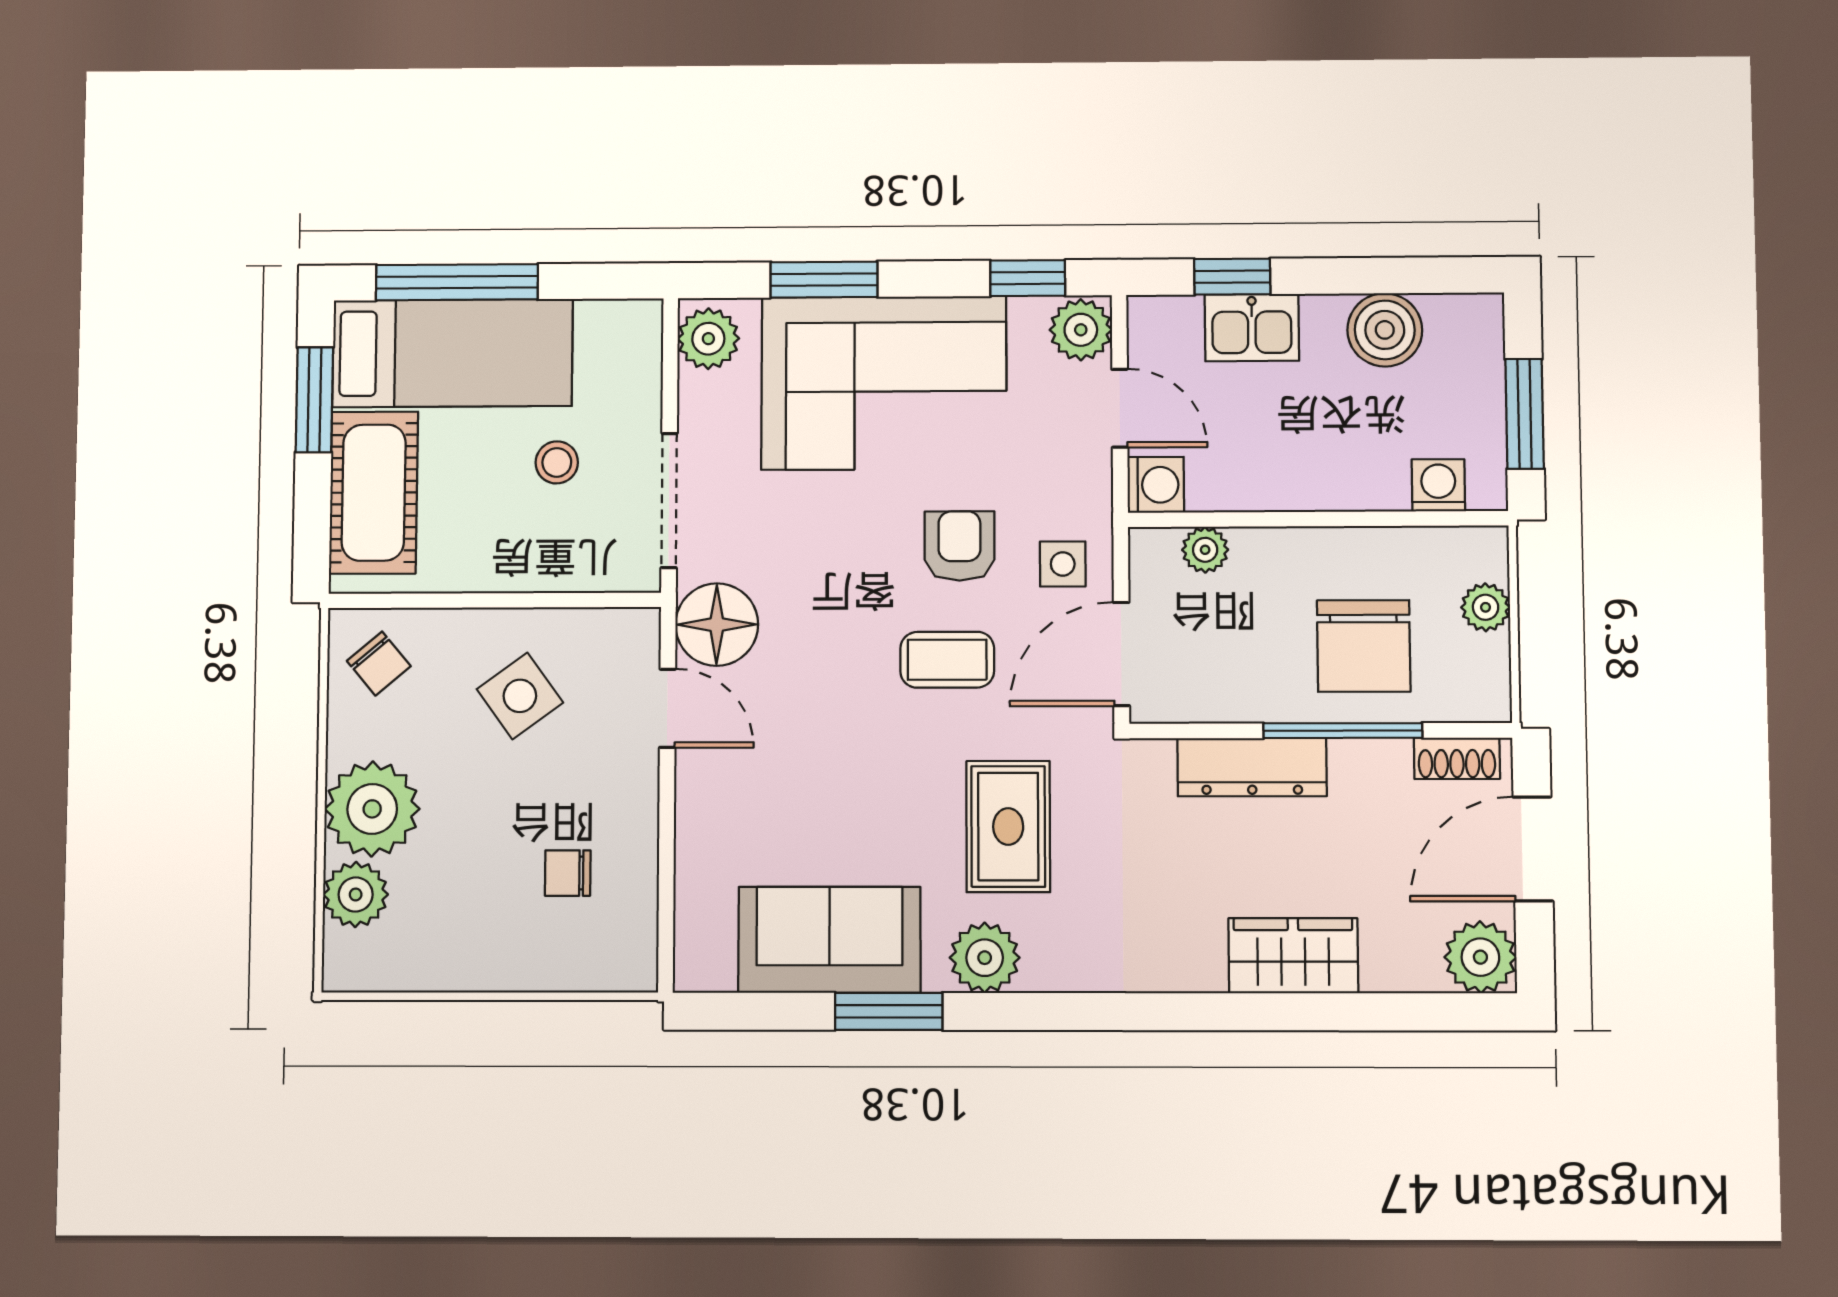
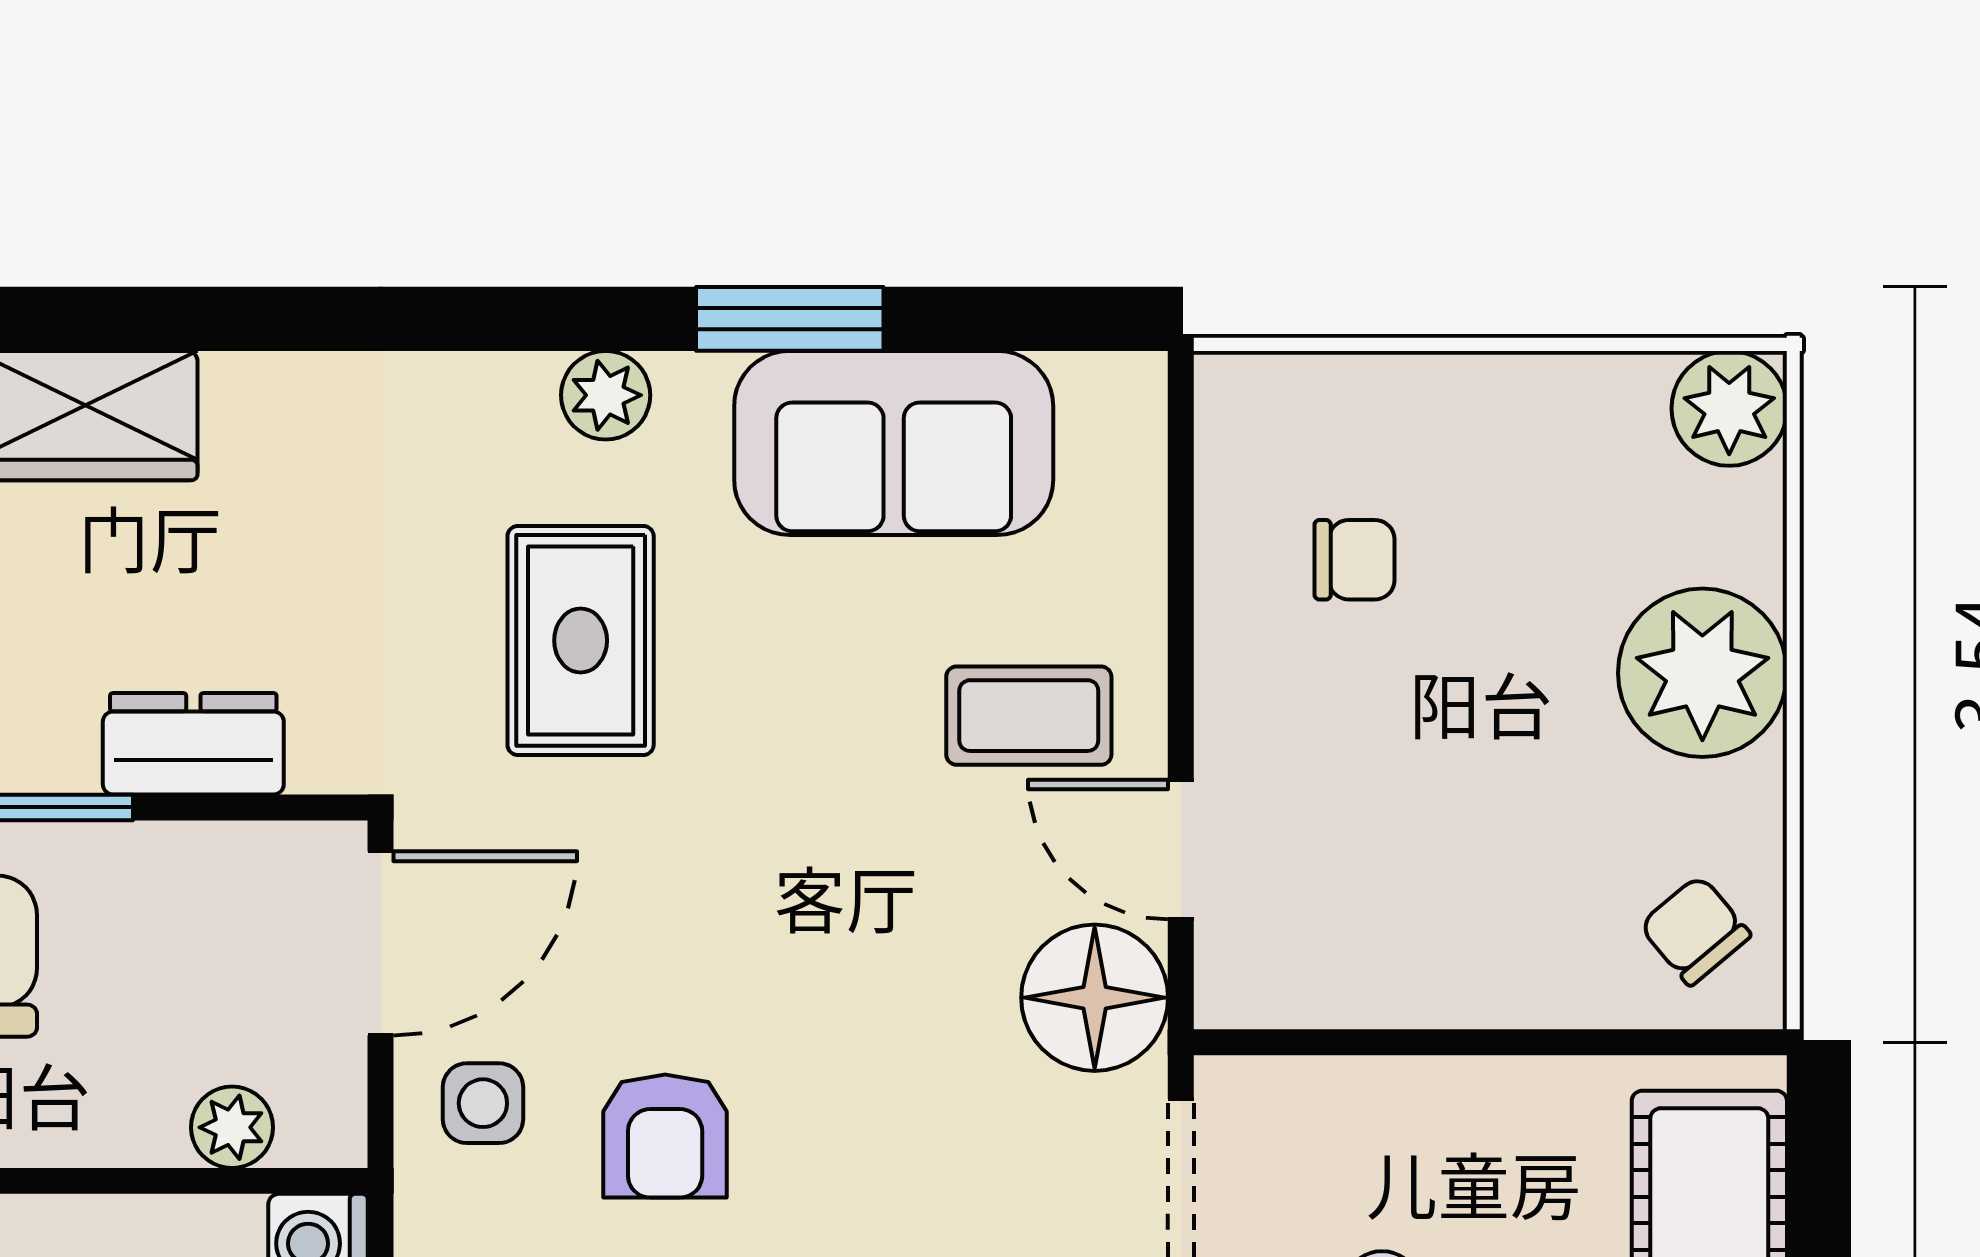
coffee table: (947, 660) -> (1029, 716), moved
side table: (520, 696) -> (1443, 872), removed
dresser: (1252, 767) -> (193, 744), width x0.70
plant: (356, 895) -> (1729, 408), moved
plant: (985, 958) -> (606, 395), width x0.73, depth x0.73

